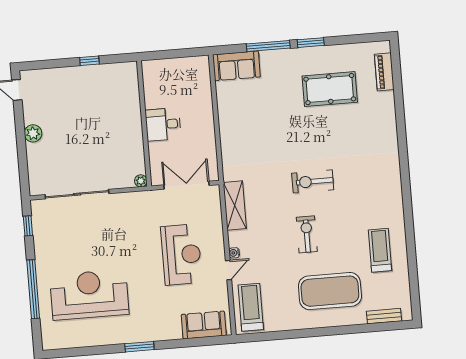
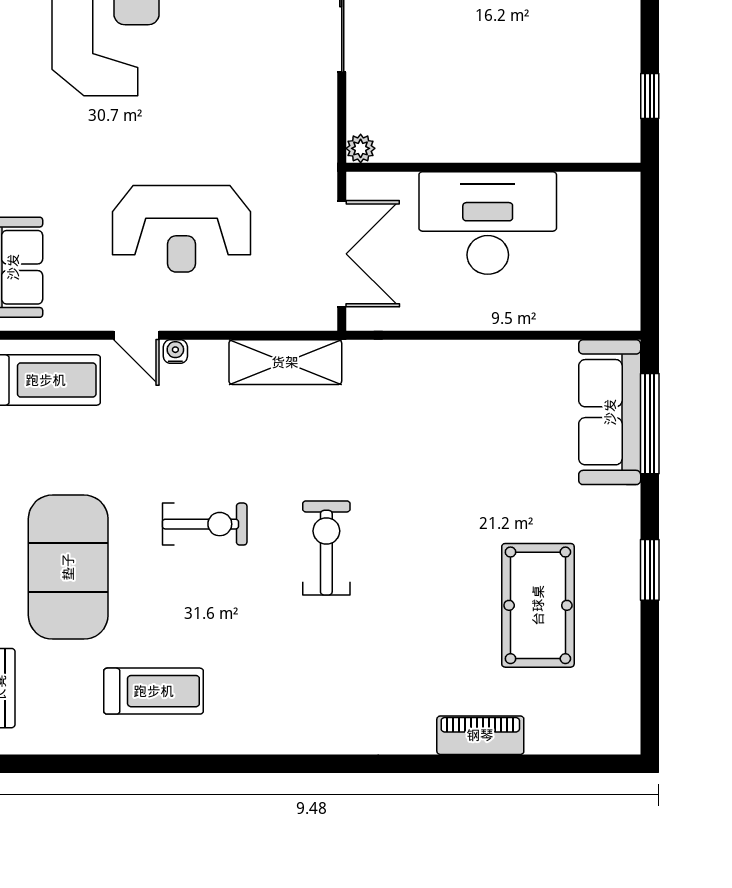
window: (268, 46) -> (650, 424), moved
window: (89, 61) -> (650, 96), moved
sofa: (236, 66) -> (610, 412), width x1.36
piano: (384, 72) -> (480, 735), moved
desk: (163, 124) -> (488, 223), width x1.87, depth x1.30

